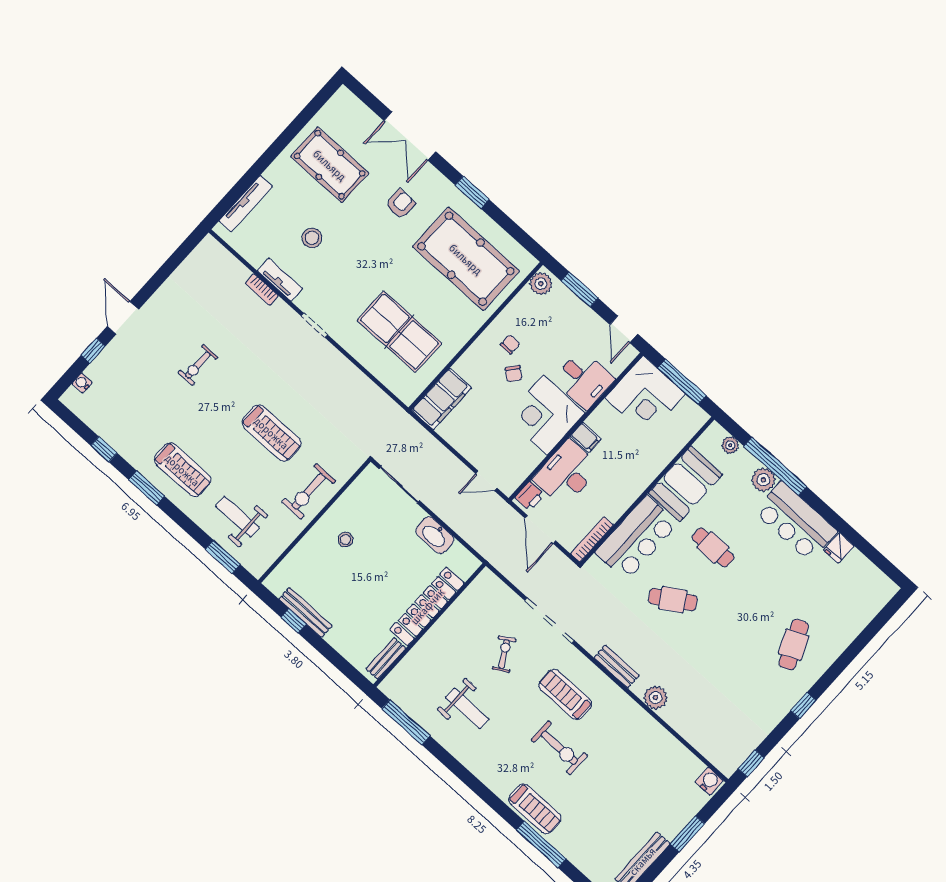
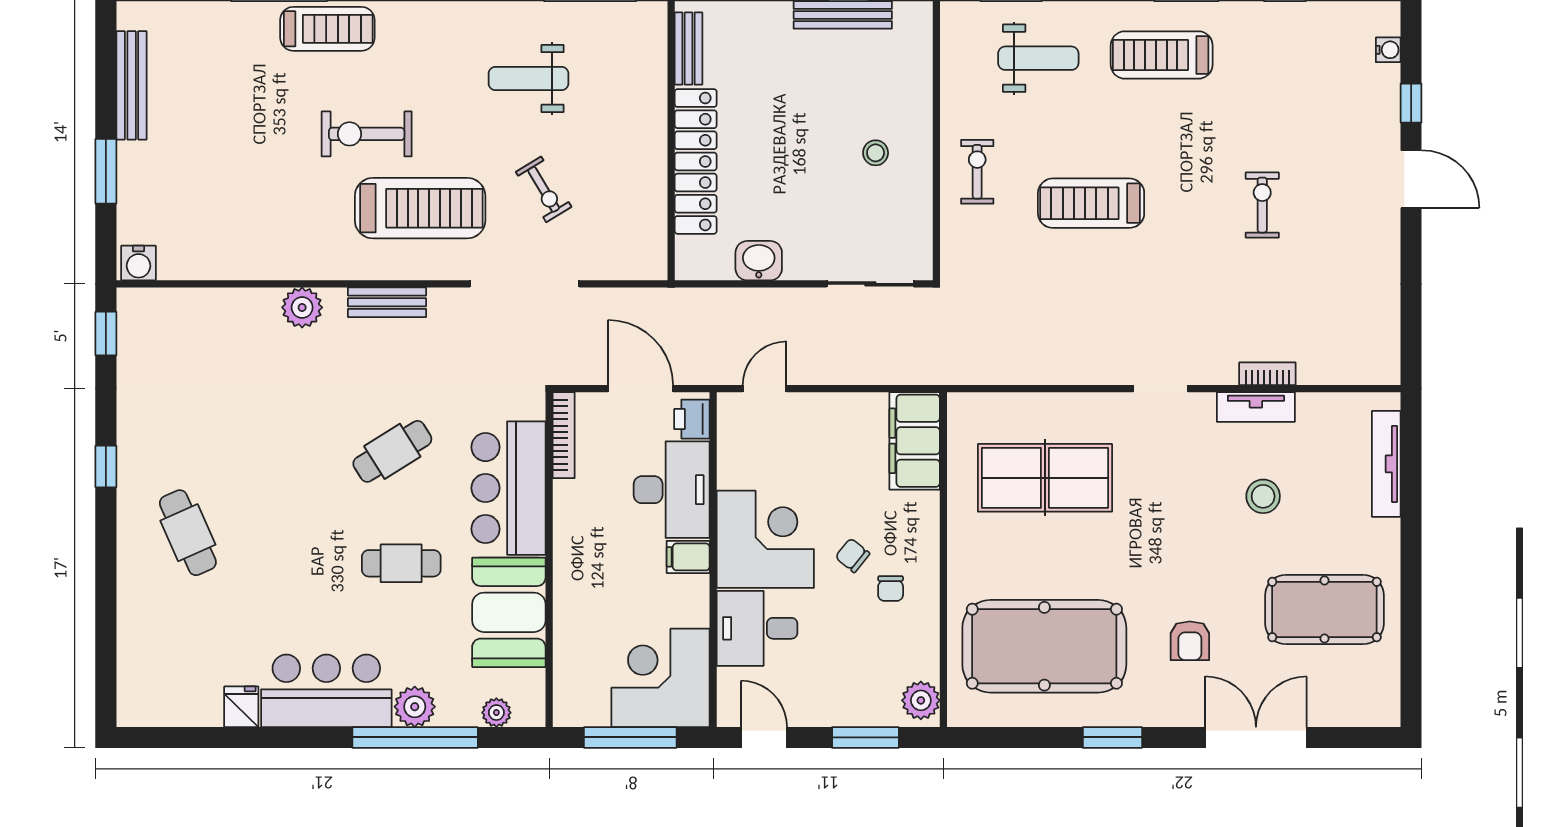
exercise bike: (309, 491) -> (977, 172), width x0.73, depth x0.72
washbasin: (435, 535) -> (759, 261), width x0.72
treadmill: (565, 694) -> (420, 208), width x1.37, depth x1.38
treadmill: (535, 809) -> (327, 29), turned 180

